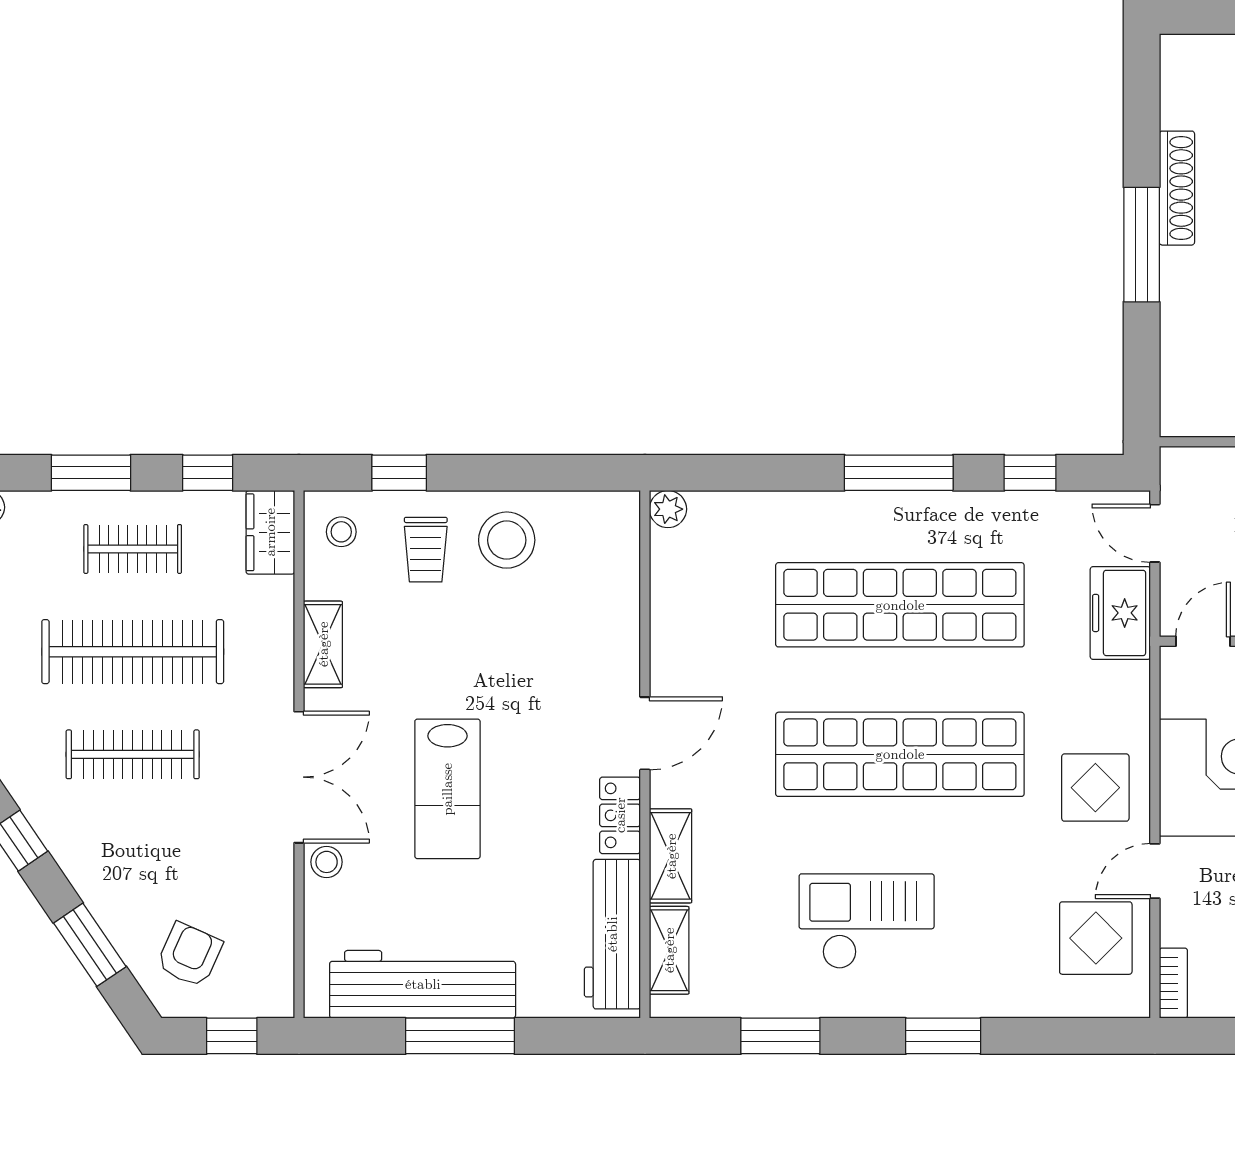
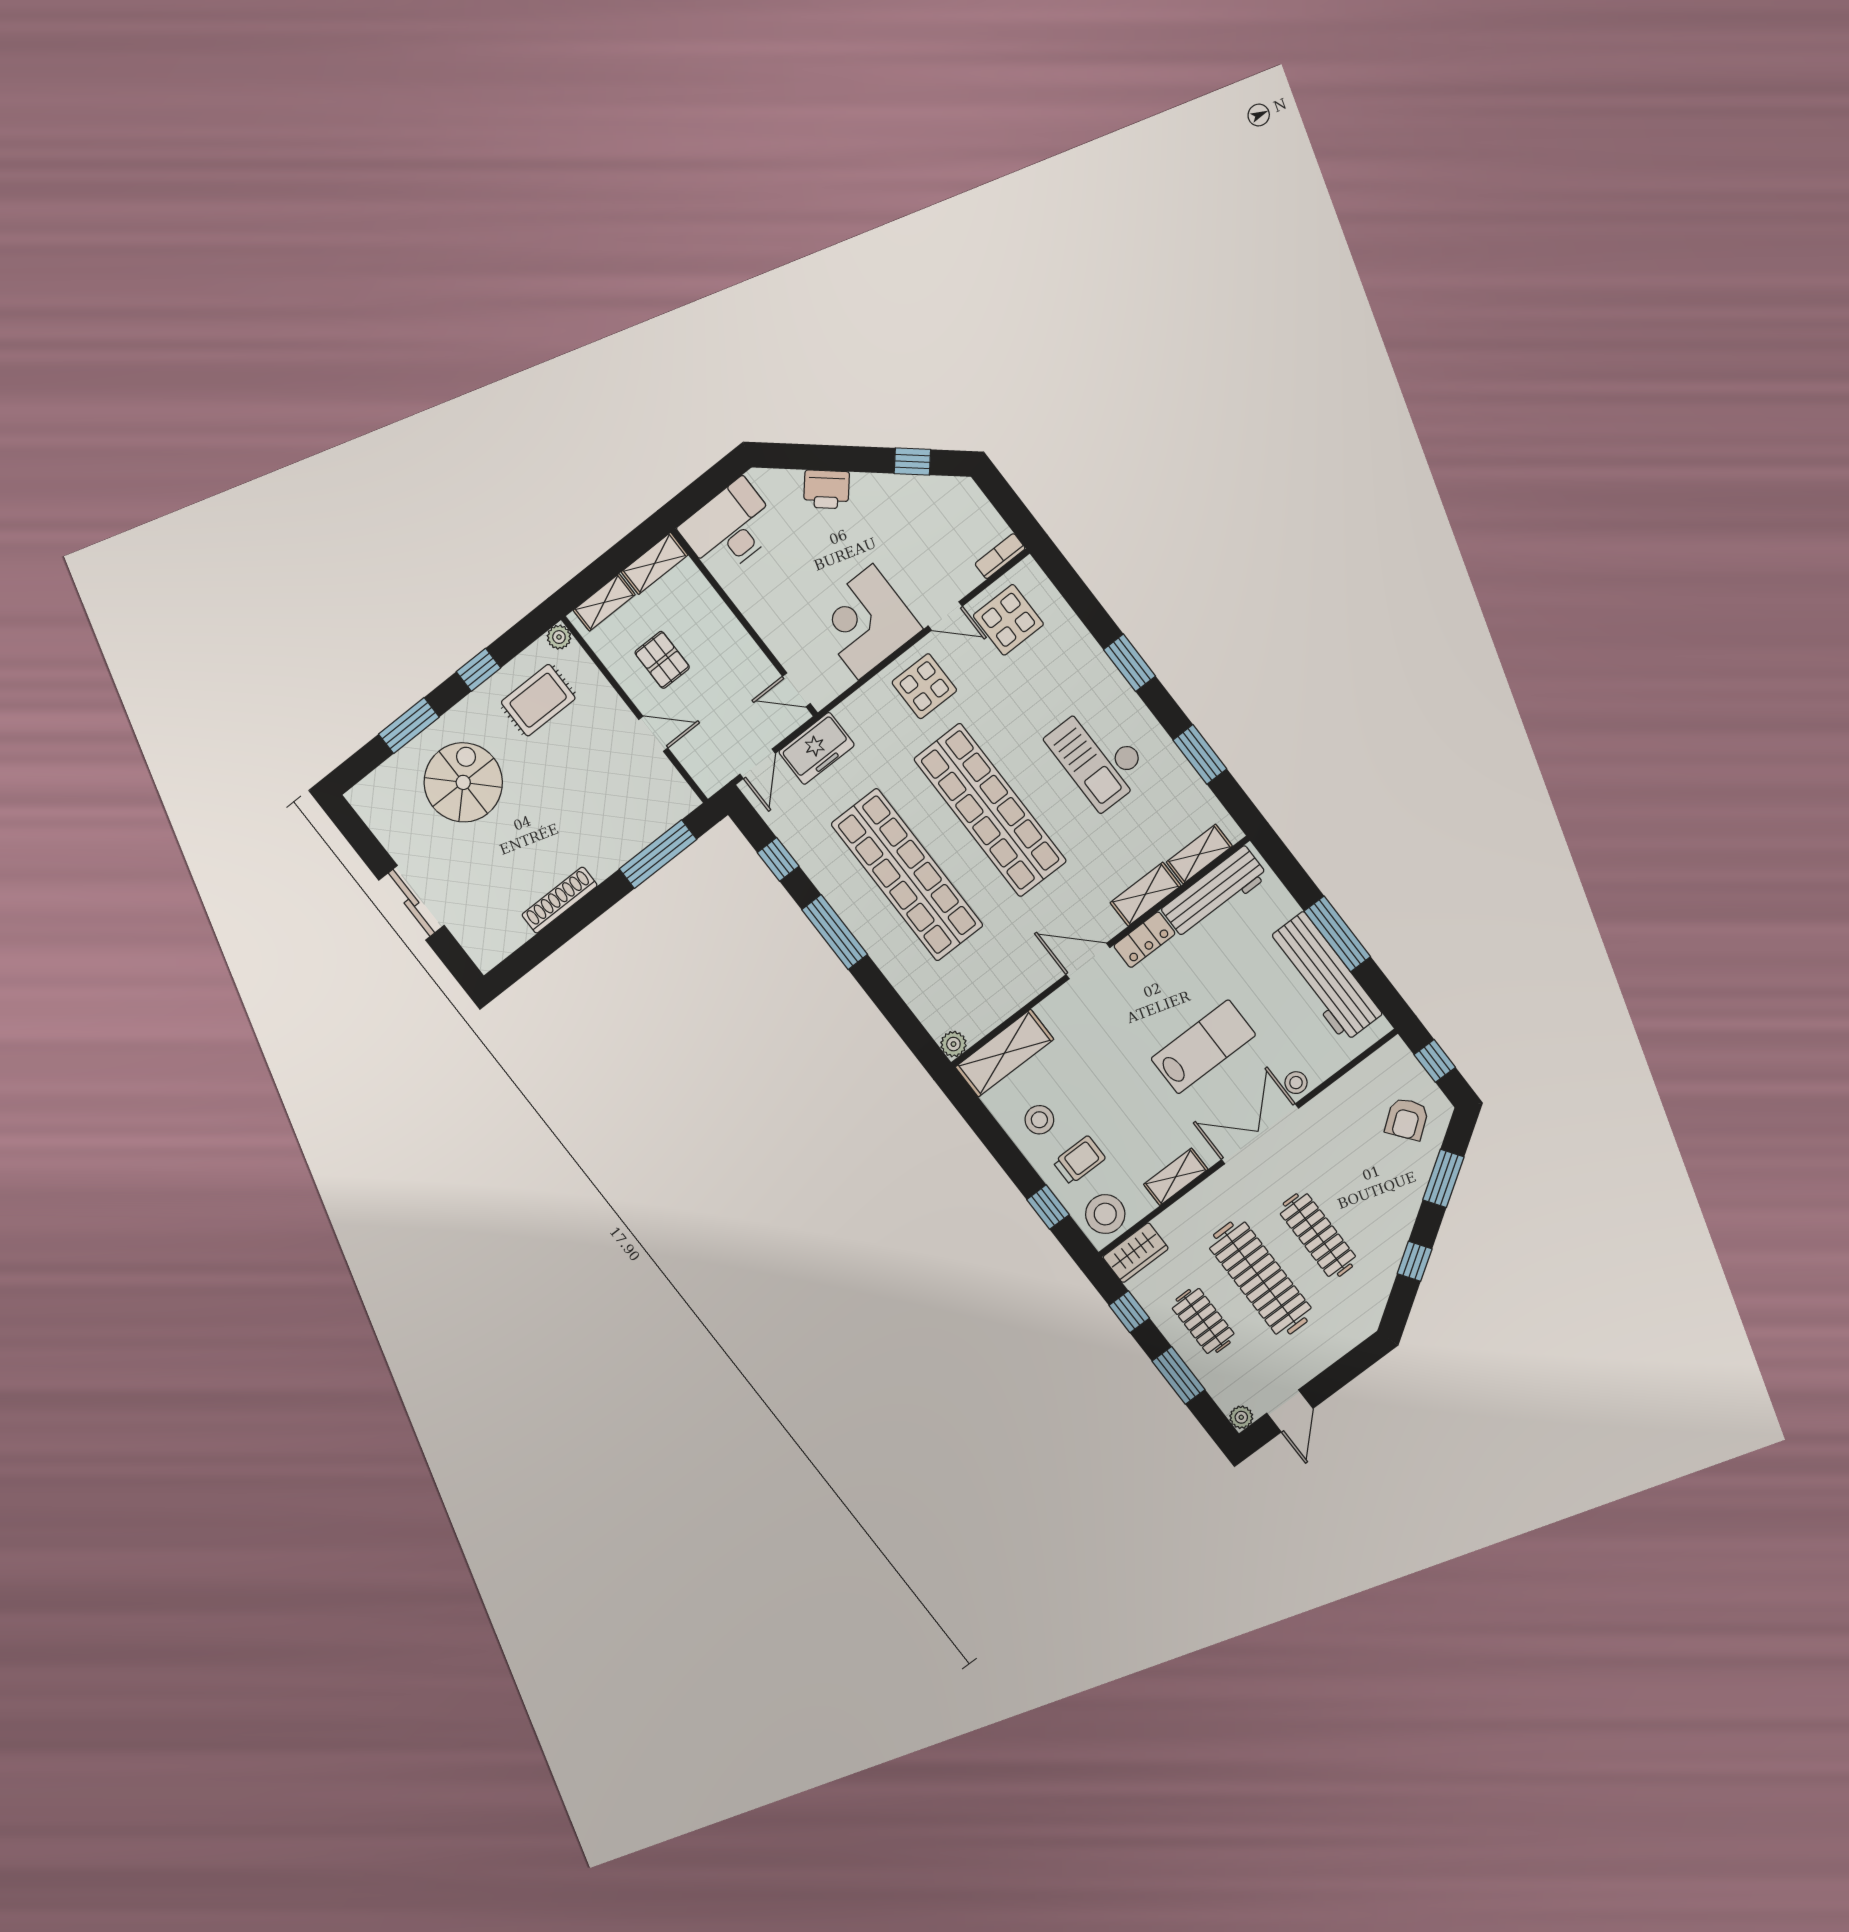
window: (1142, 245) -> (658, 854), moved
stool: (341, 532) -> (1105, 1214), width x1.89, depth x1.89
stool: (507, 540) -> (1039, 1120), width x0.73, depth x0.73
shelving: (613, 559) -> (1004, 1053), added
armchair: (189, 955) -> (1407, 1119), turned -62

